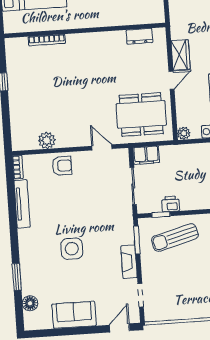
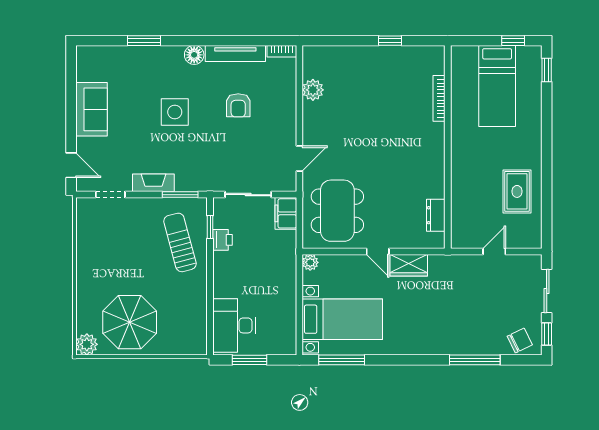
armchair: (62, 166) -> (238, 105), moved
floor lamp: (30, 303) -> (194, 55), moved

